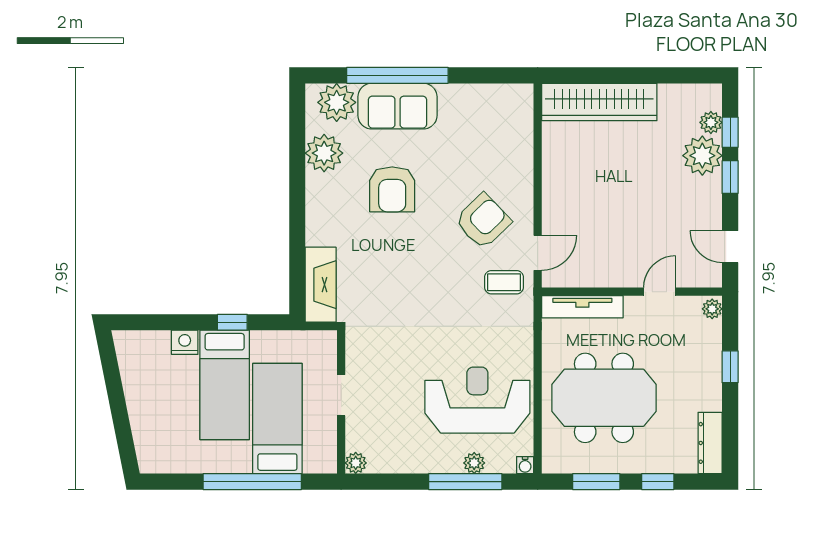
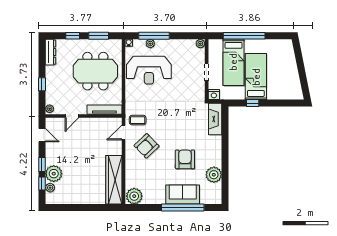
plant: (337, 102) -> (134, 196), moved
wardrobe: (599, 102) -> (114, 180), moved, turned -90
nightstand: (185, 342) -> (214, 95), moved

